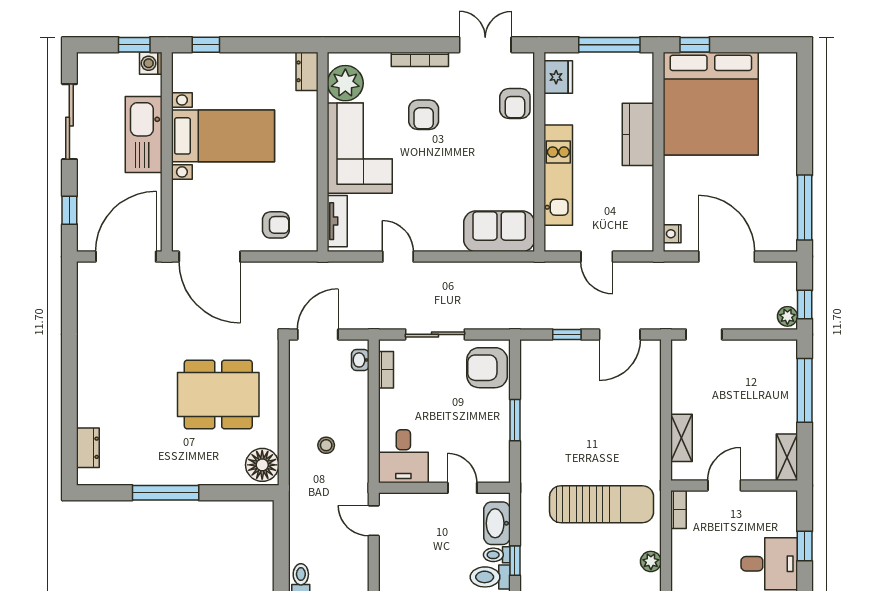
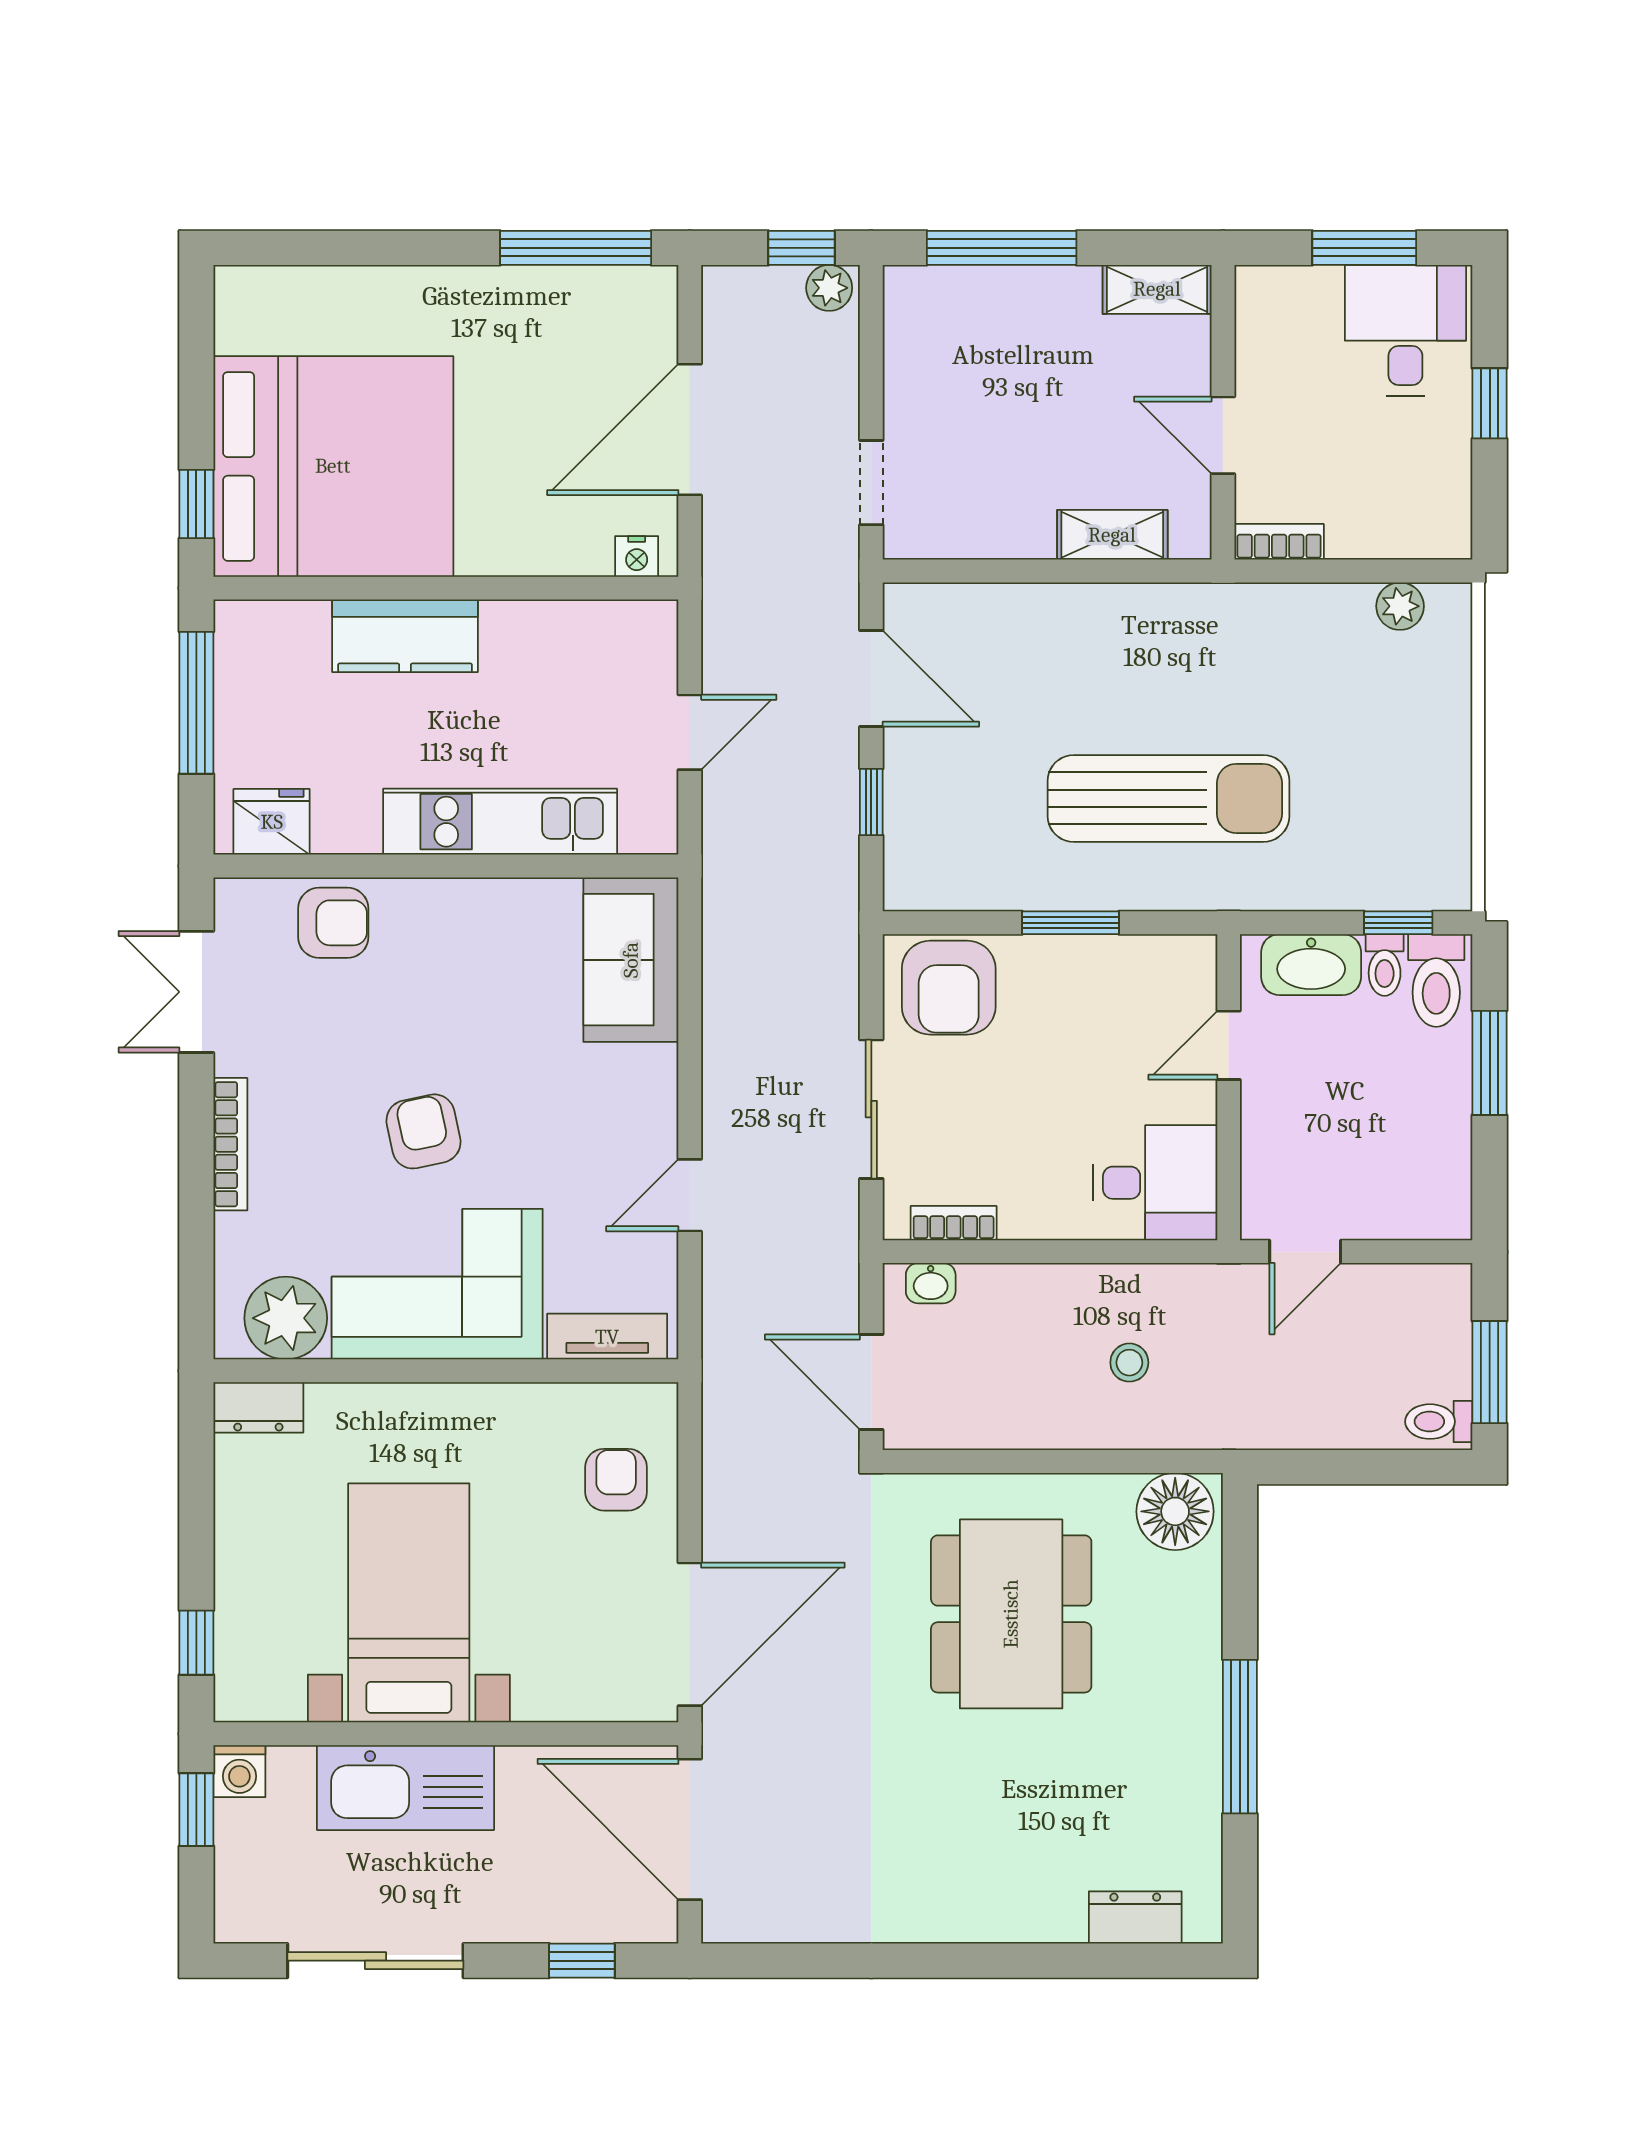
armchair: (424, 115) -> (423, 1131), moved, turned -102
sun lounger: (602, 504) -> (1168, 798), moved, turned 90
window: (805, 546) -> (1364, 248), width x1.50

